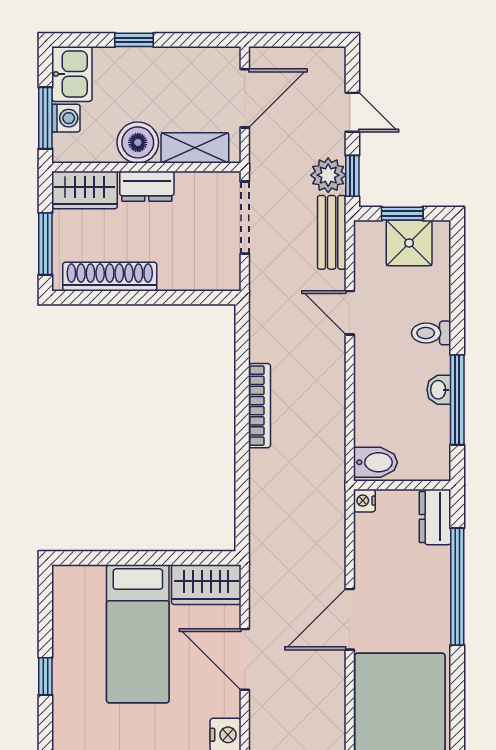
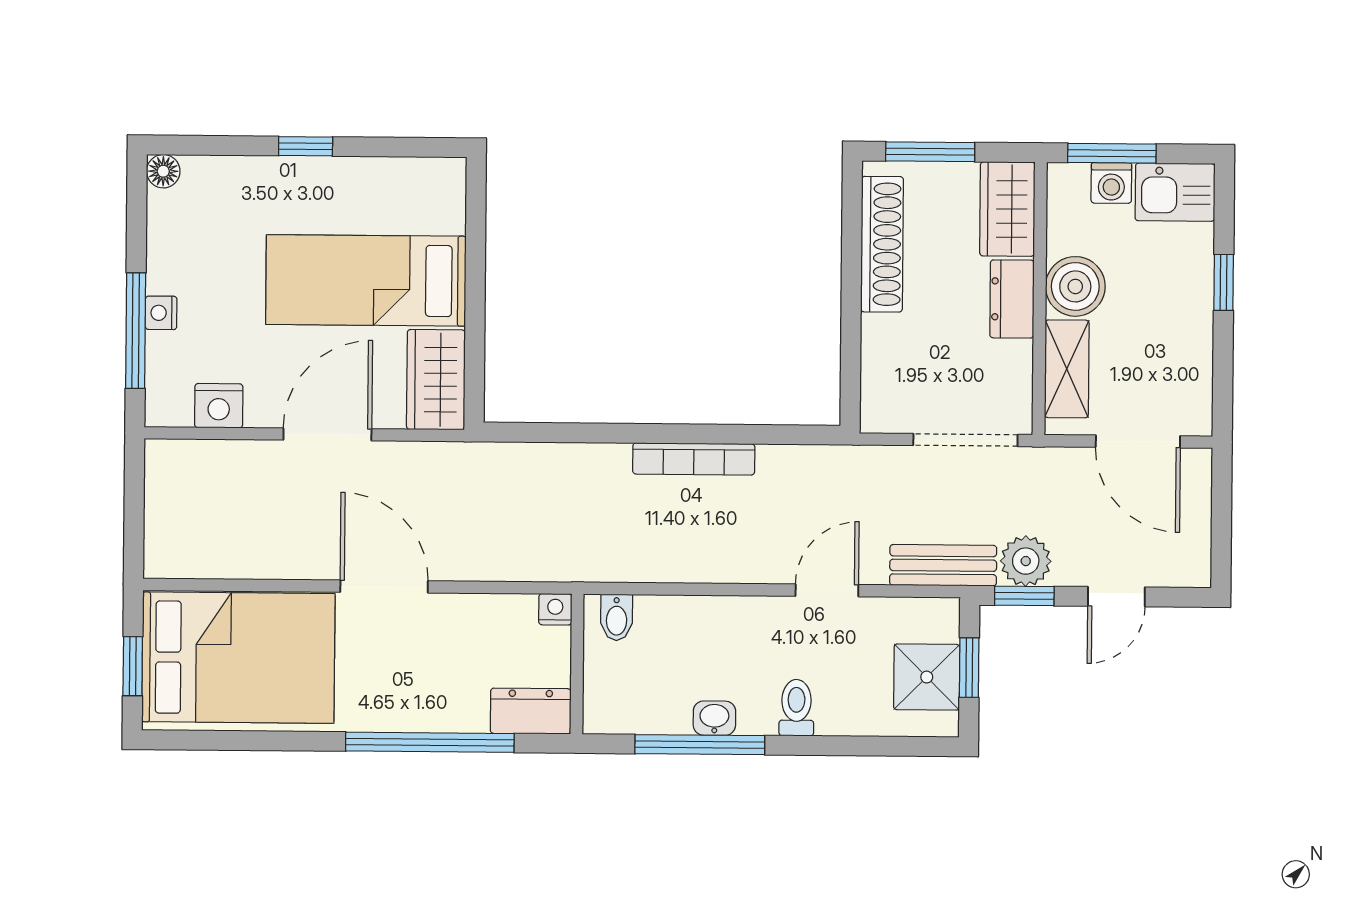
bidet: (375, 462) -> (617, 617), width x0.72, depth x0.74

